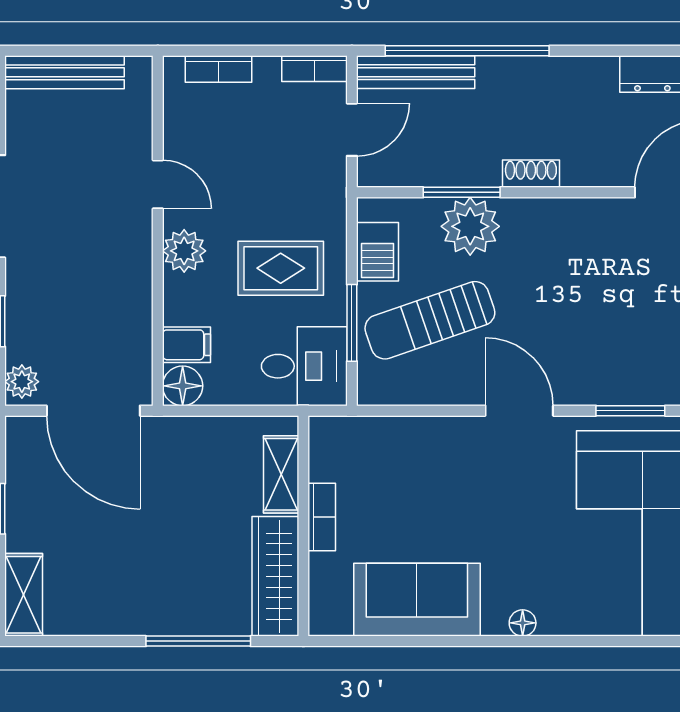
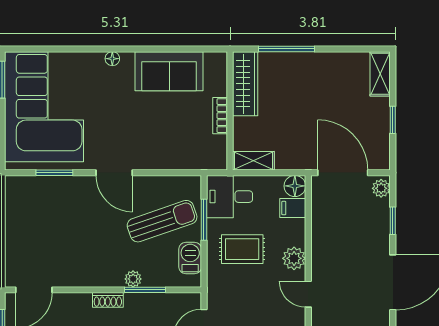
plant: (470, 226) -> (133, 279), width x0.53, depth x0.53
shelving: (281, 474) -> (253, 161), moved, turned 90

